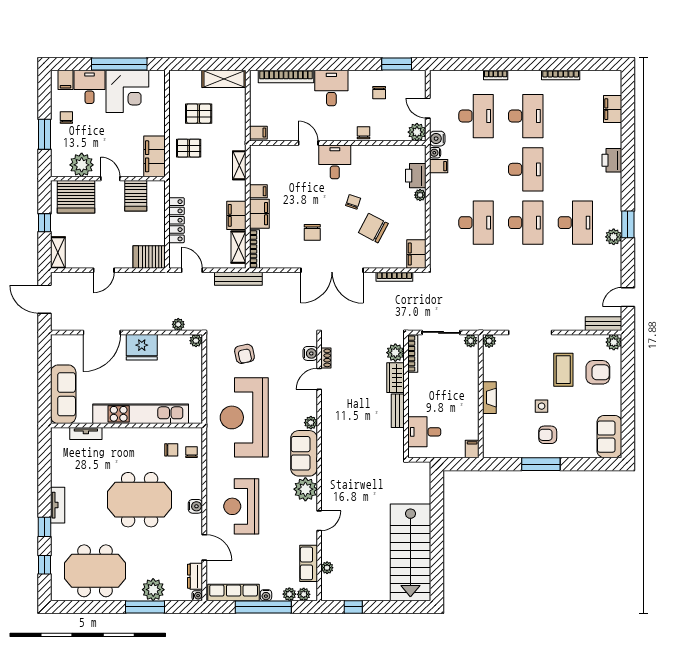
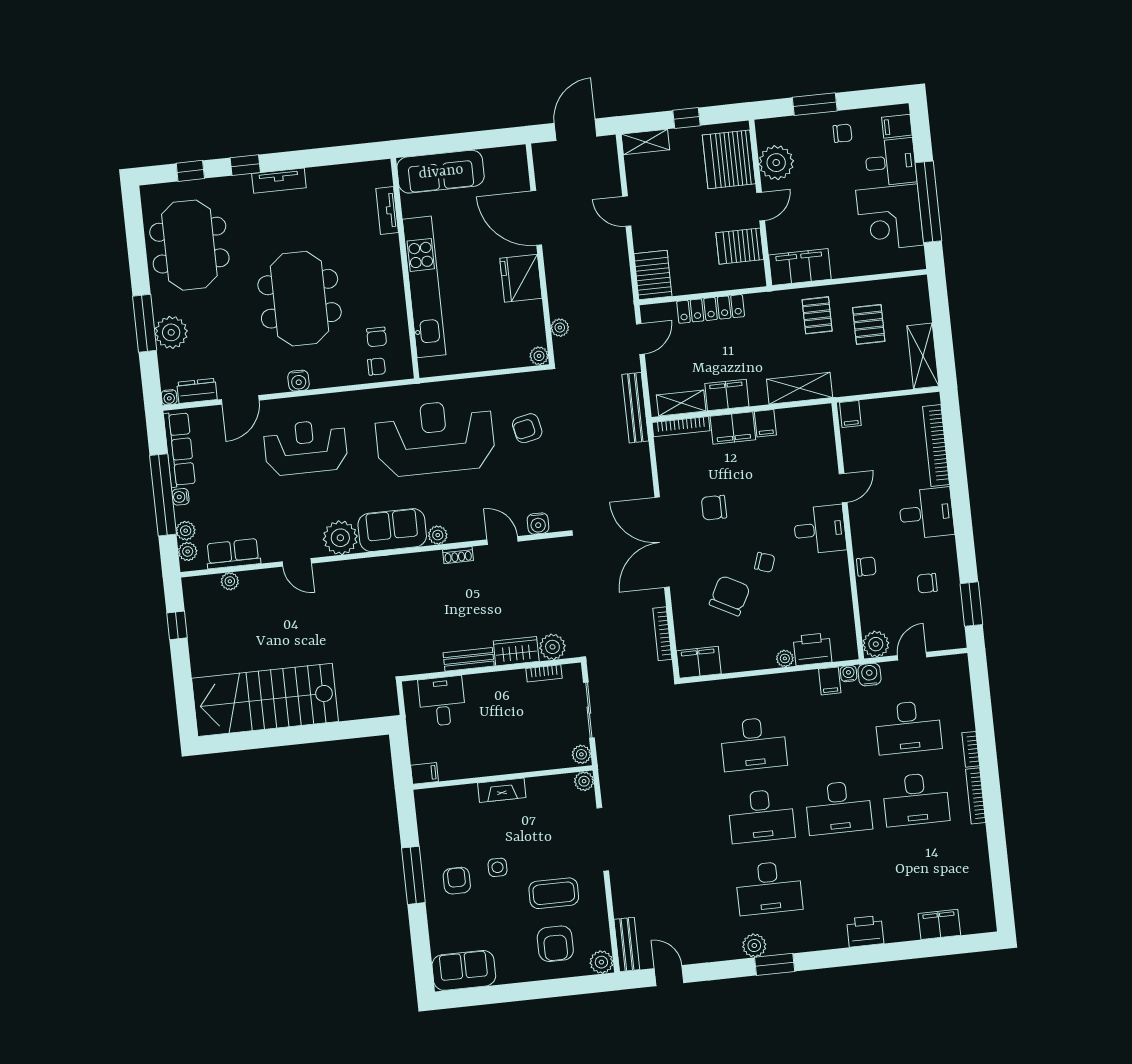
bookcase: (561, 75) -> (976, 796), moved
shelving: (239, 165) -> (800, 388), width x1.50, depth x1.33
bookcase: (413, 354) -> (544, 673), width x0.64
shoe rack: (326, 358) -> (458, 555), moved

